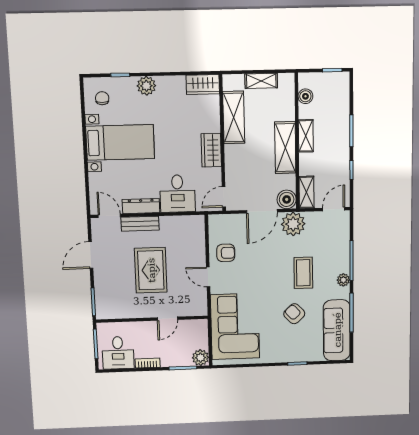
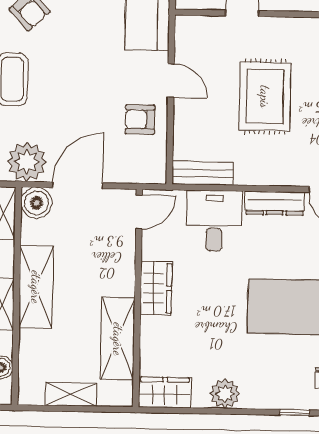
plant: (146, 86) -> (225, 394), moved
bench: (140, 224) -> (203, 173), moved

